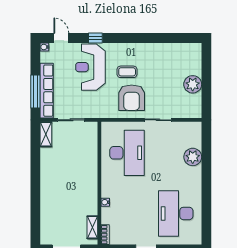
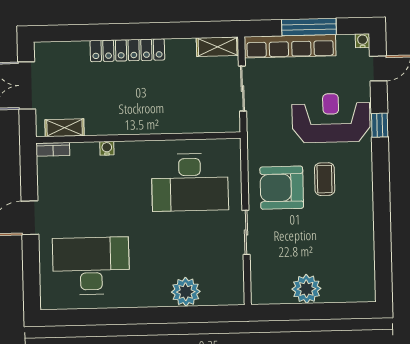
window: (35, 91) -> (309, 27), moved
locker: (47, 188) -> (127, 50), added

